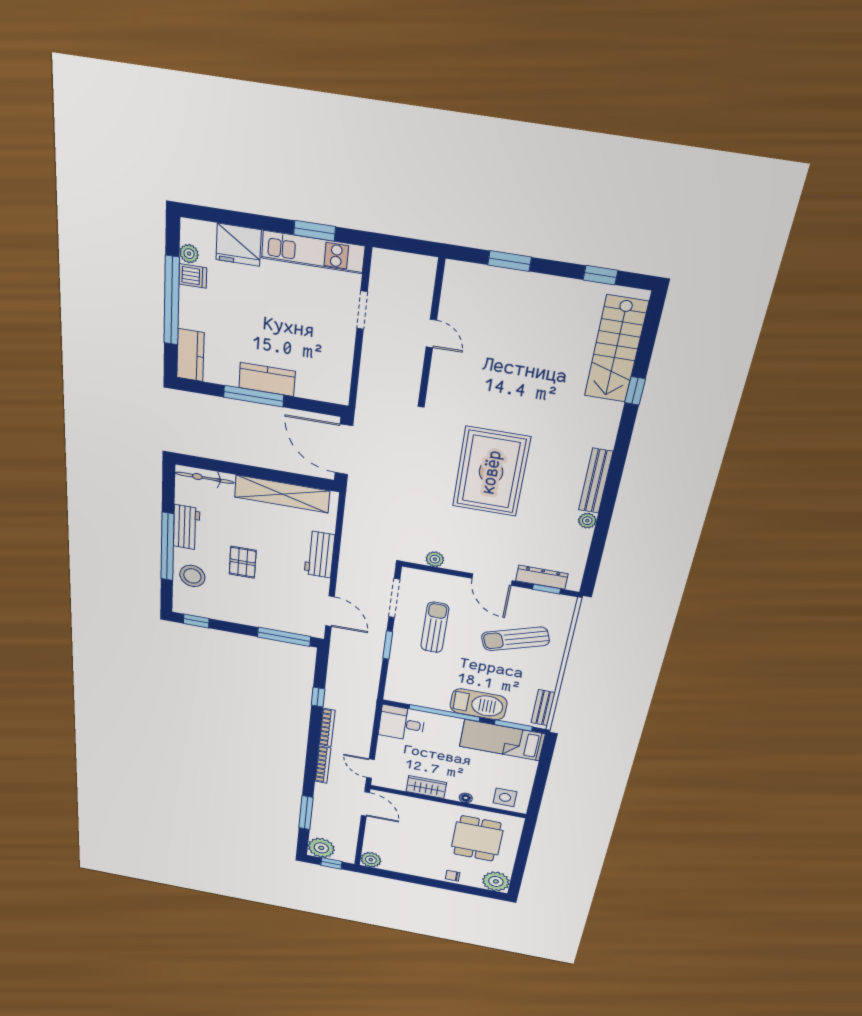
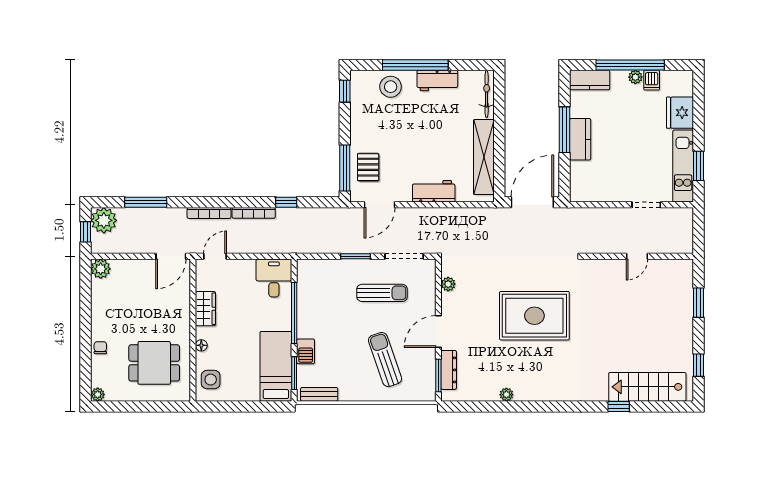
plant: (189, 254) -> (635, 77), moved
bench: (596, 481) -> (542, 394), removed
pallet: (243, 562) -> (368, 167), moved, turned 90
window: (546, 589) -> (438, 375), width x1.50
barbecue: (479, 704) -> (306, 351), width x0.53, depth x0.65
plant: (496, 881) -> (98, 394), width x0.53, depth x0.53

